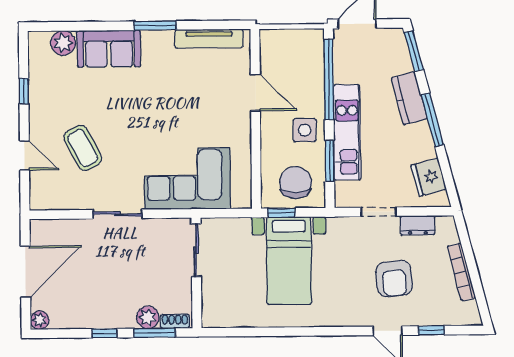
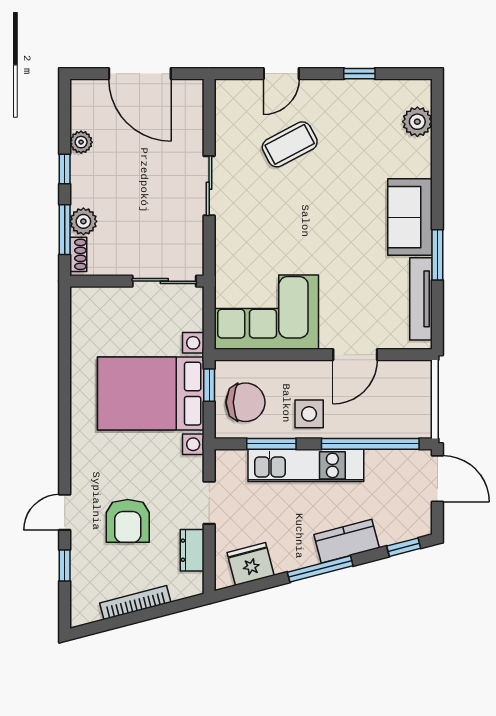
window: (155, 26) -> (437, 255), moved
sofa: (109, 49) -> (410, 217), moved
window: (414, 51) -> (404, 547), width x0.67
corner sofa: (187, 179) -> (266, 312), moved, turned -90
bed with nightstands: (289, 261) -> (151, 394), width x1.36
armchair: (394, 279) -> (128, 521), turned -85
plant: (39, 320) -> (81, 142), moved

